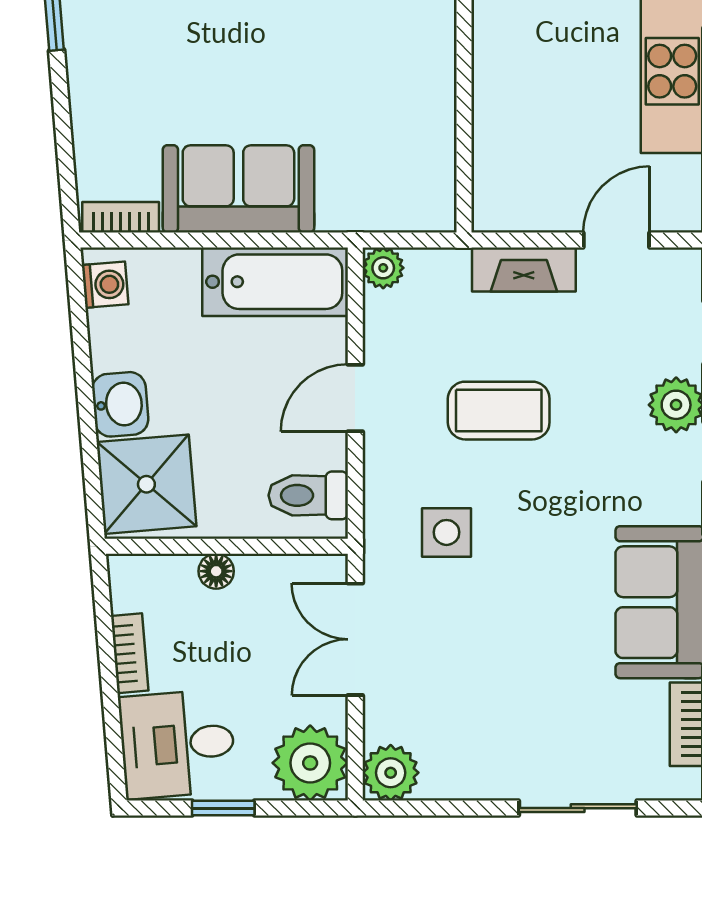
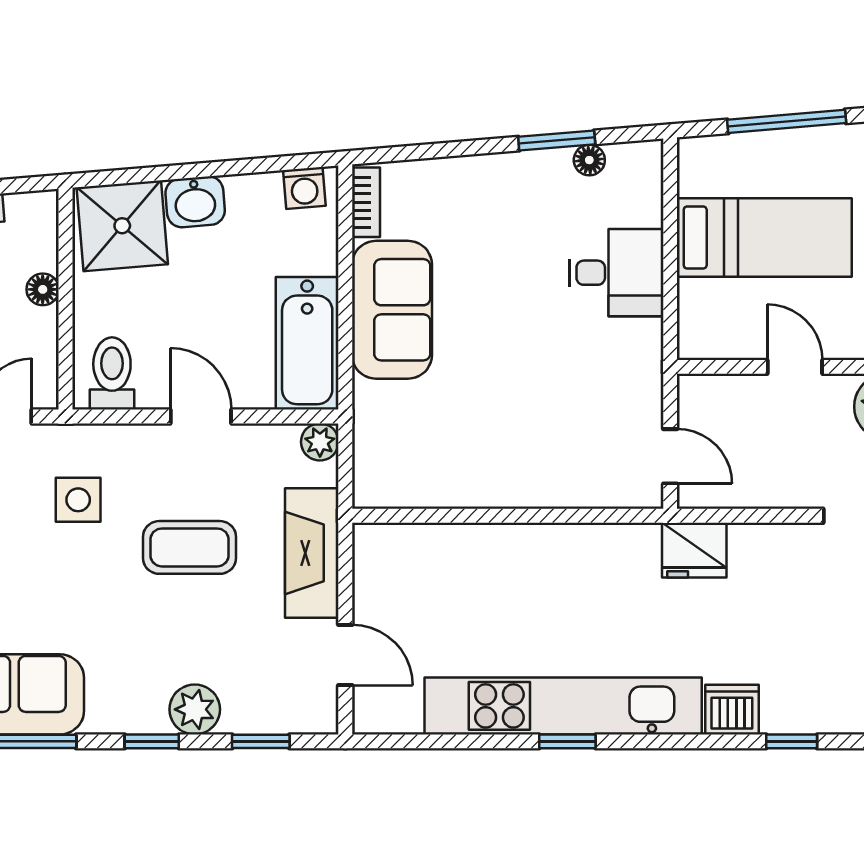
fireplace: (524, 270) -> (312, 553), width x1.37, depth x1.32
coffee table: (499, 411) -> (189, 547), turned 90

